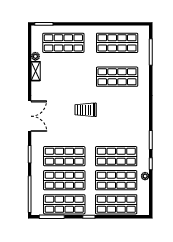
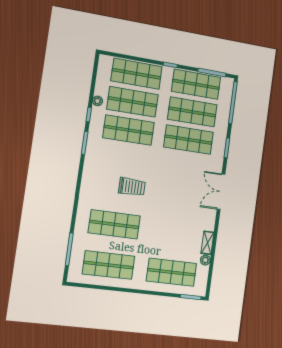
trolley: (86, 110) -> (132, 187), moved

